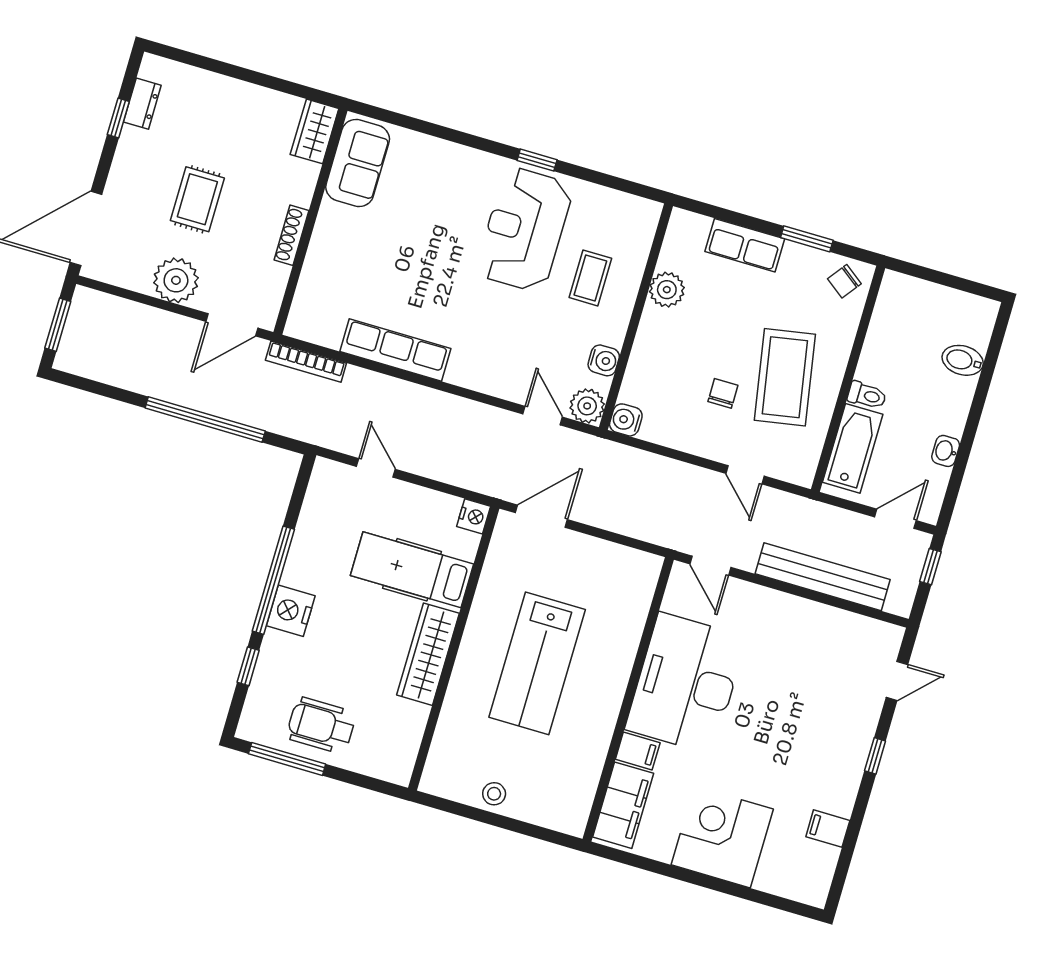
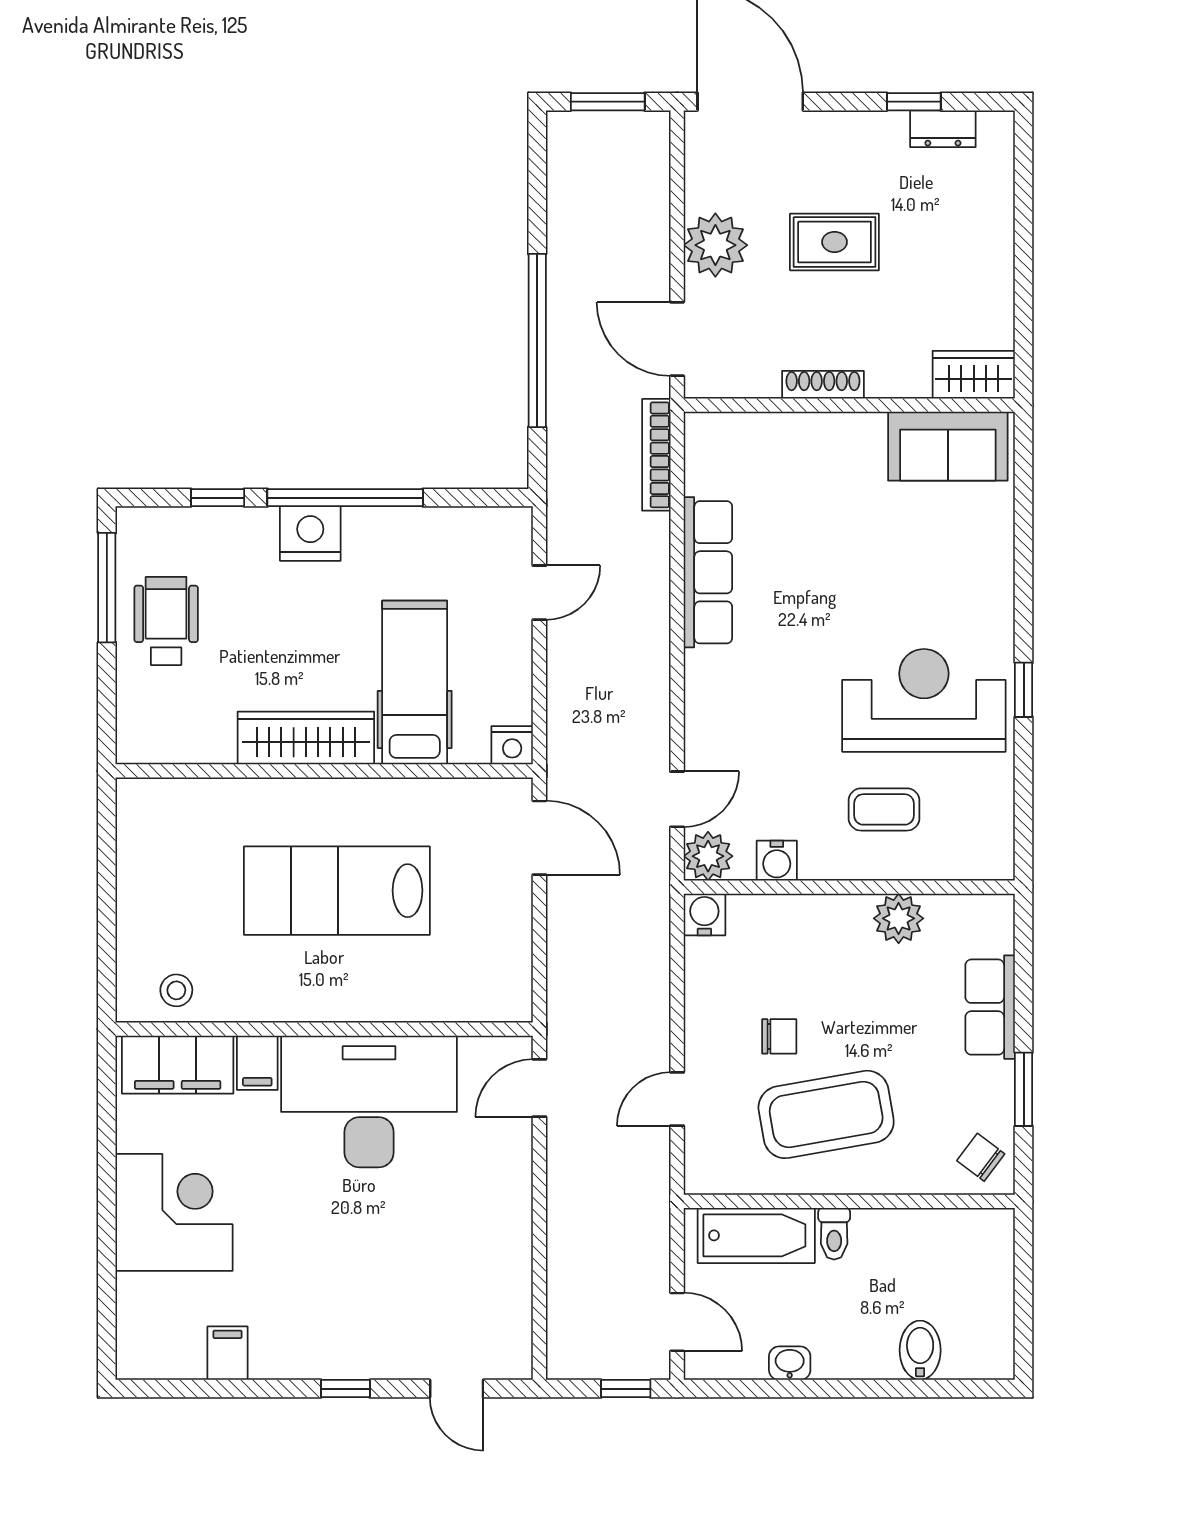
bench: (823, 577) -> (569, 1246), removed
stool: (494, 794) -> (176, 990), moved

